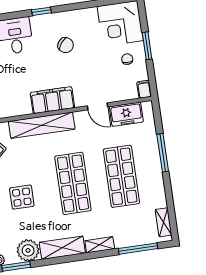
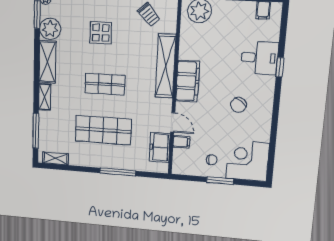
window: (41, 11) -> (280, 67), moved
filing cabinet: (144, 89) -> (181, 142), moved
door: (97, 106) -> (173, 122), swing flipped
shop shelf: (73, 183) -> (105, 84), width x0.70, depth x0.74

